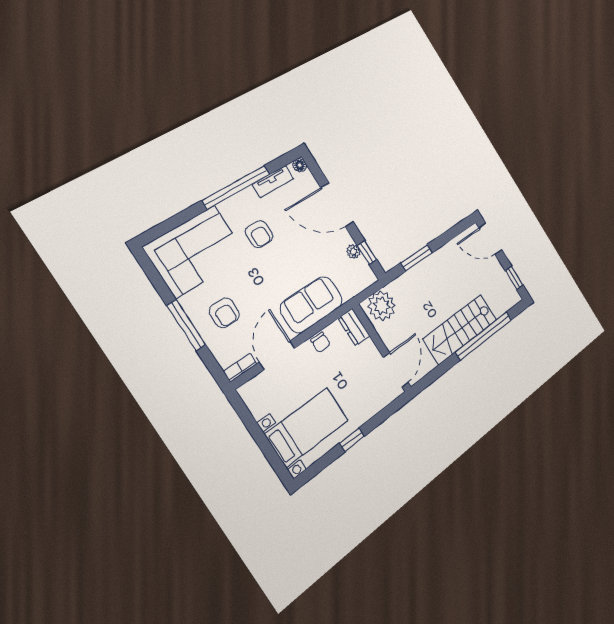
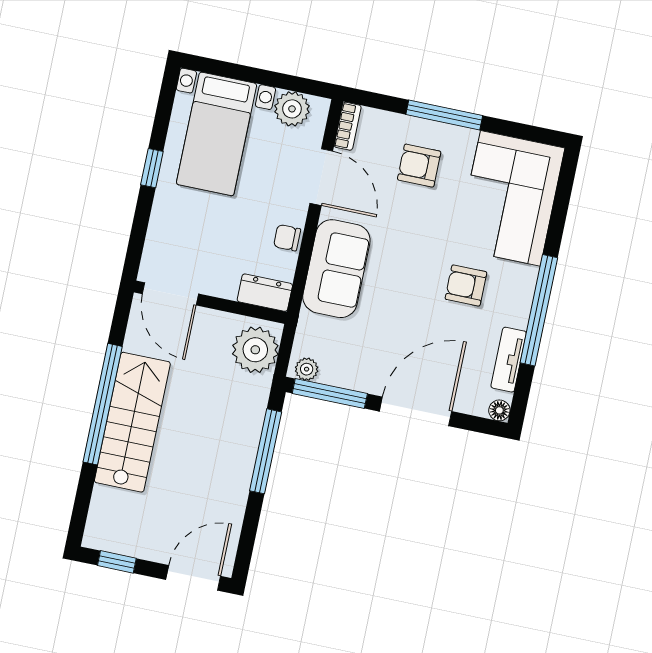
plant: (353, 252) -> (307, 369), moved
window: (367, 252) -> (330, 393), width x2.17
window: (417, 258) -> (266, 451), width x1.44
window: (484, 336) -> (103, 404), moved
plant: (259, 404) -> (292, 109), added

